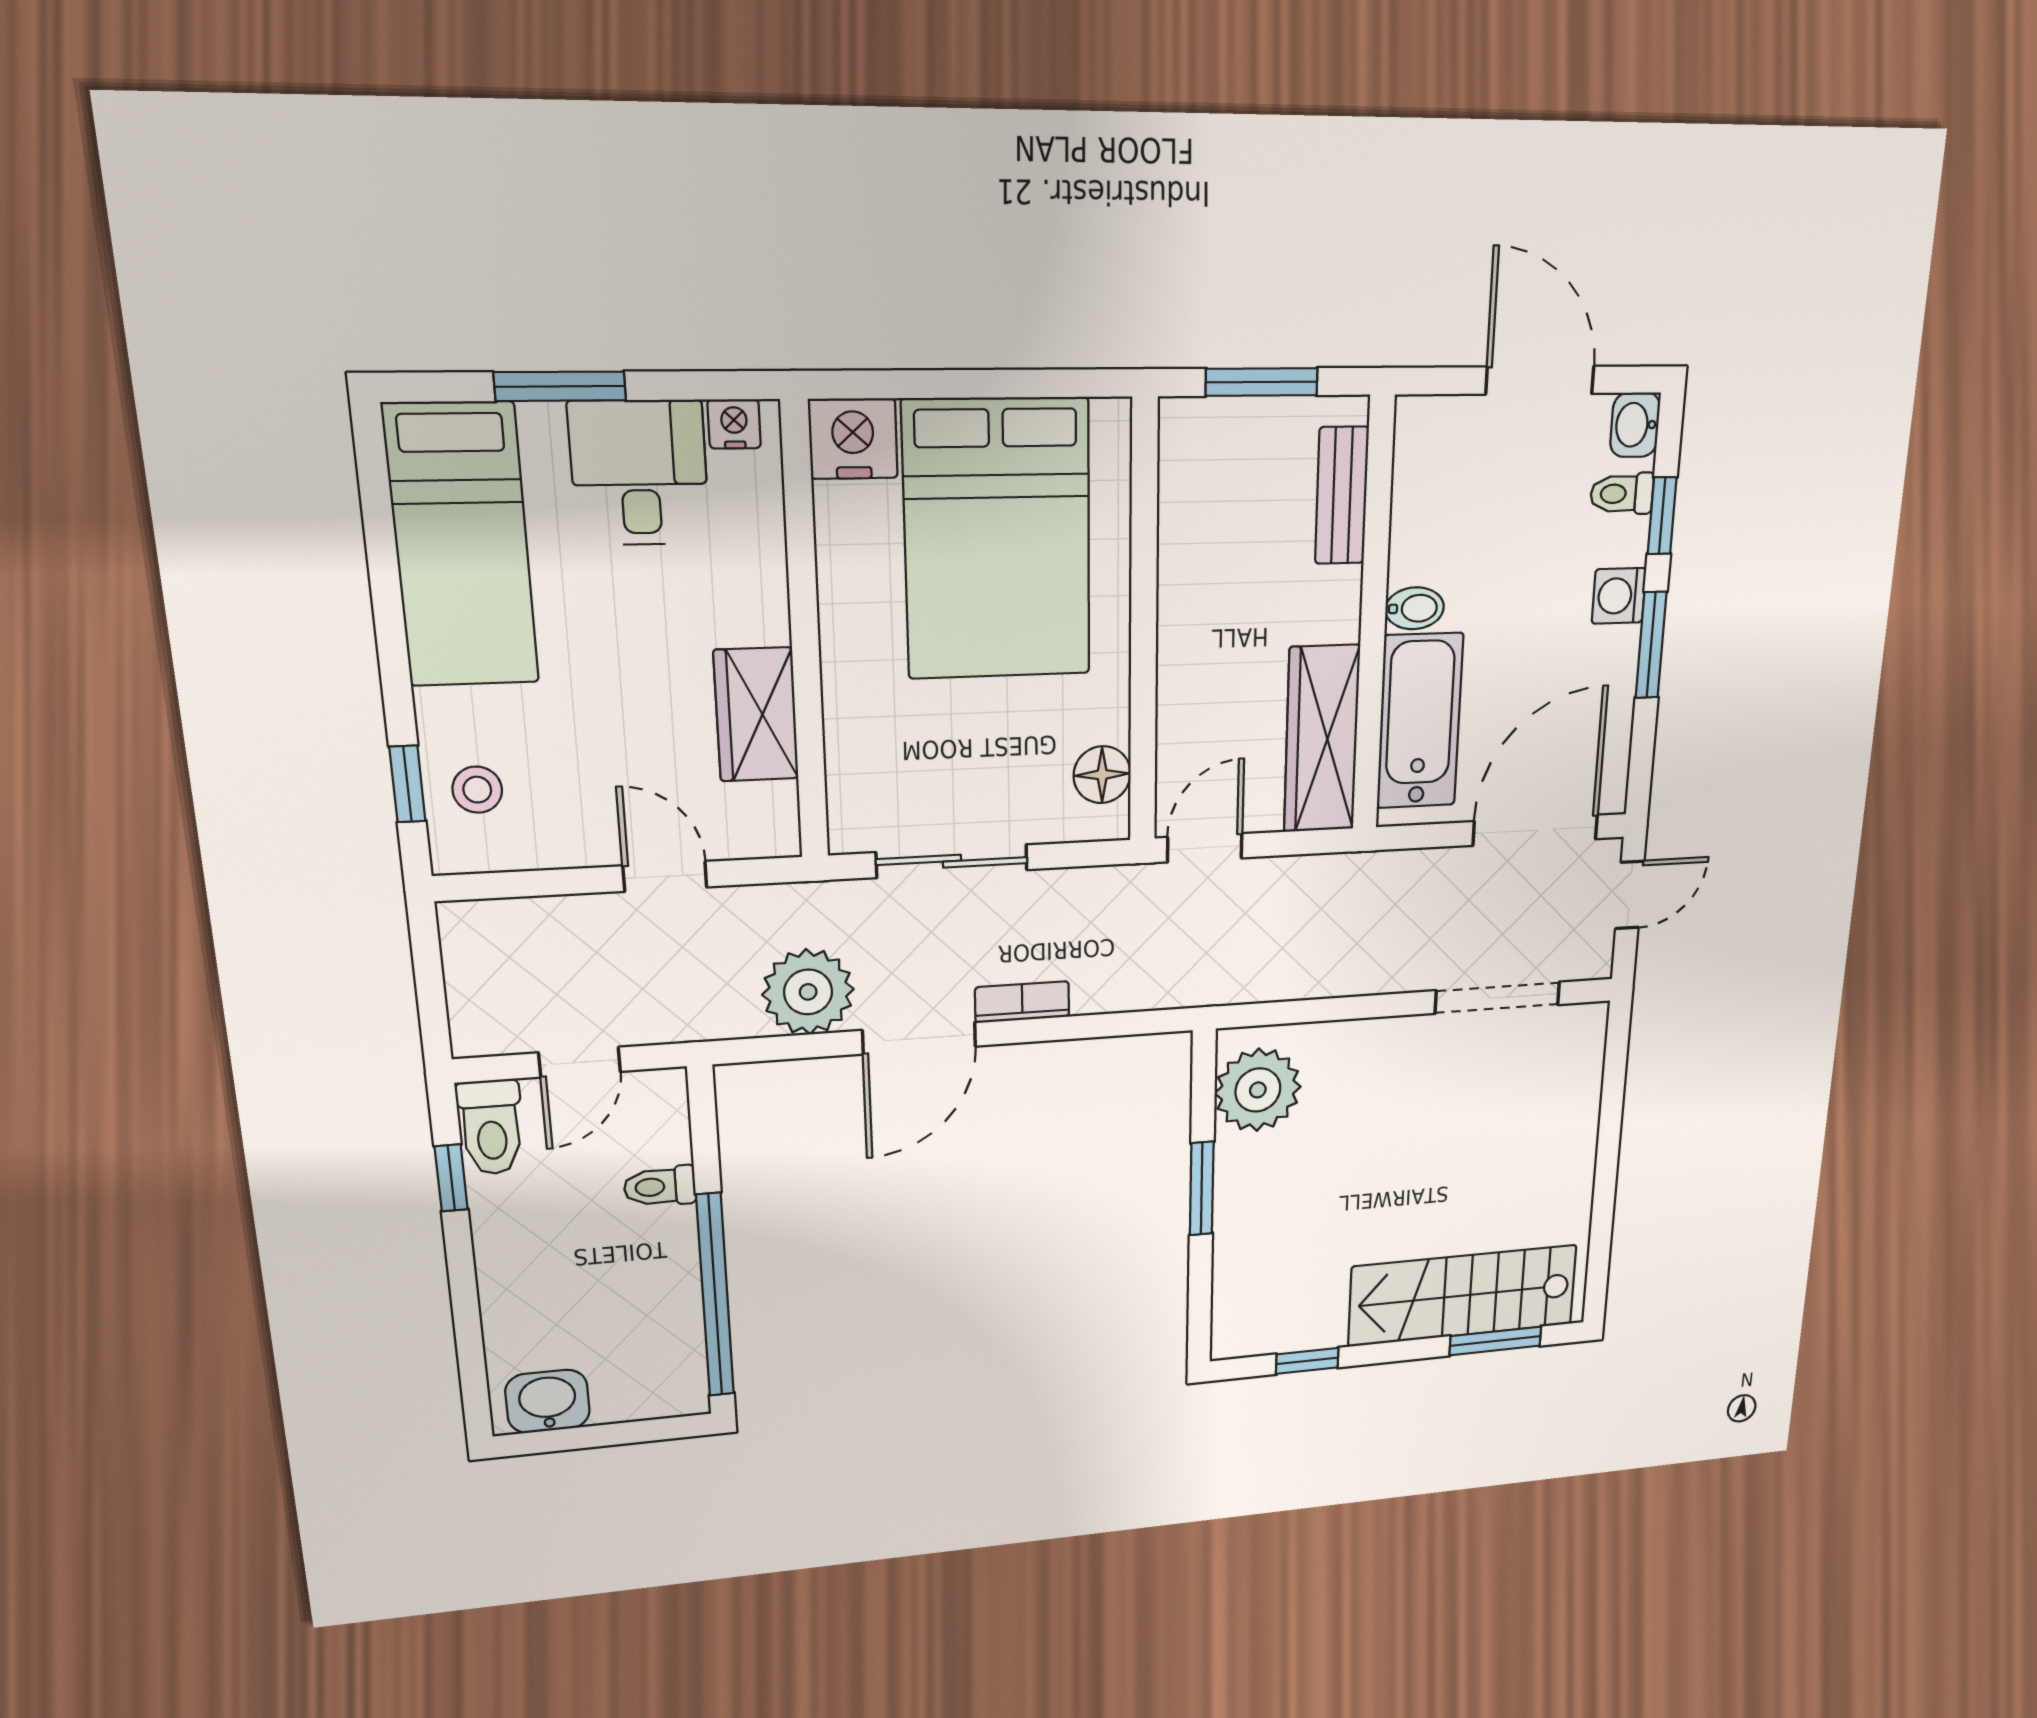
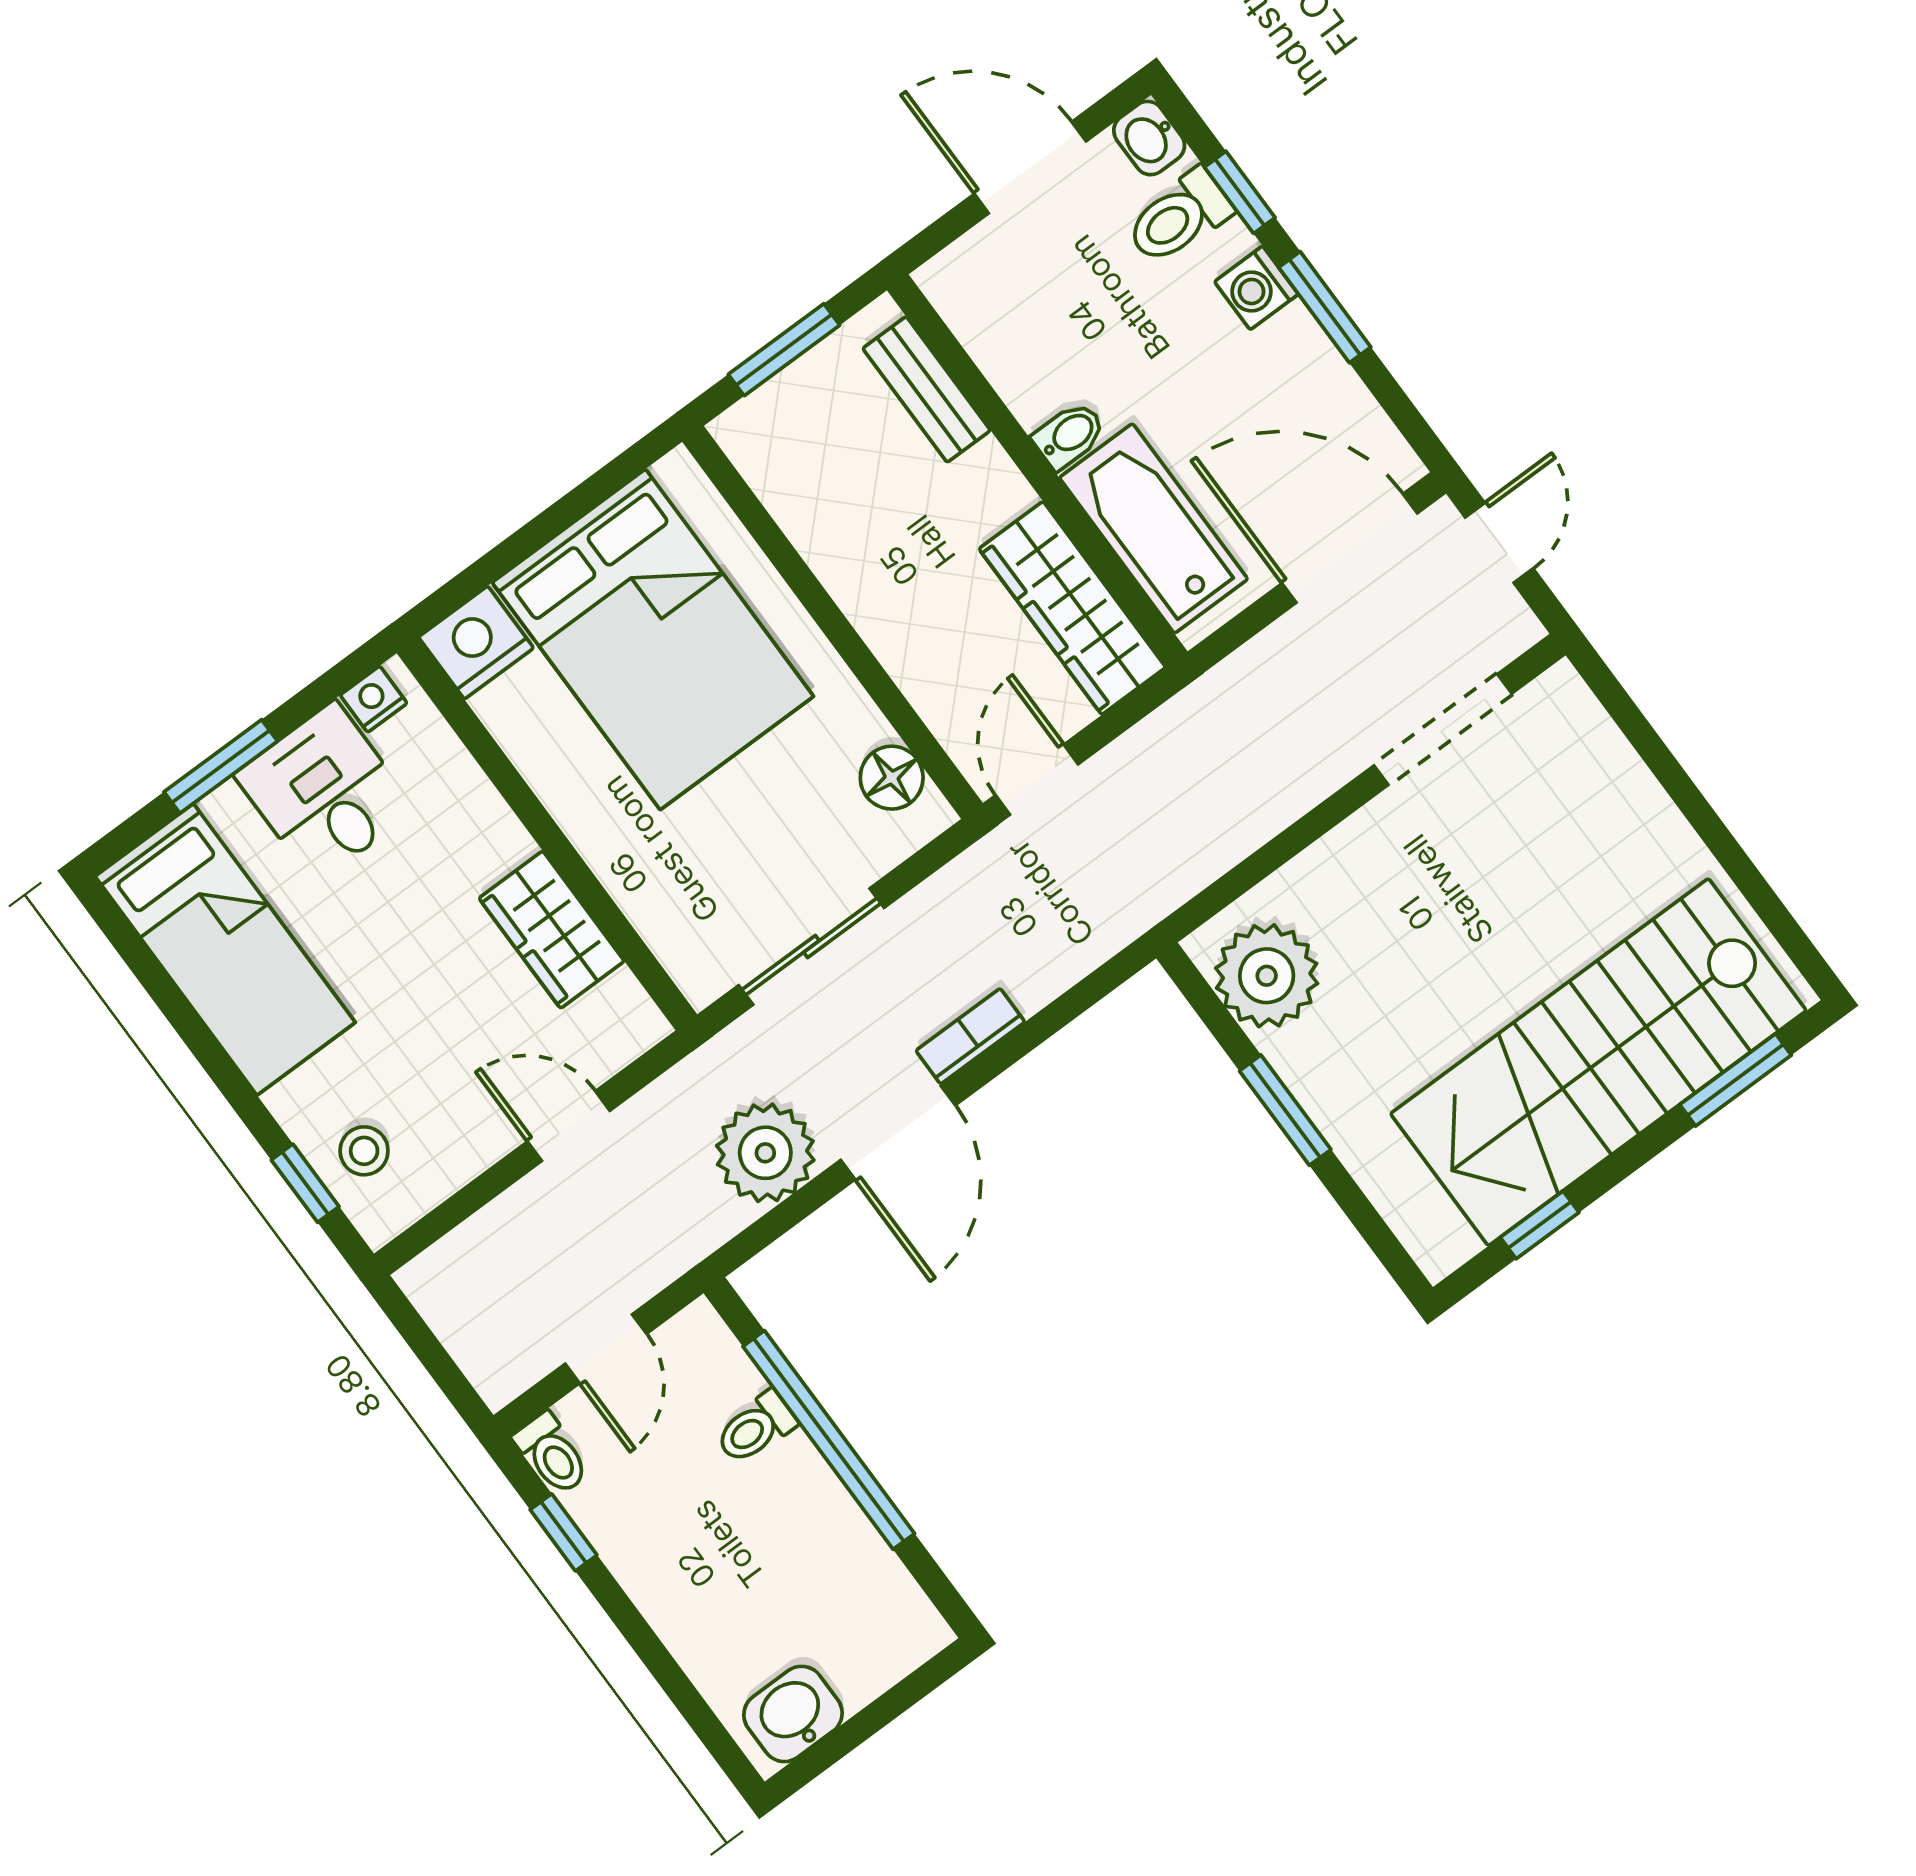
toilet: (1622, 494) -> (1179, 217), width x1.37, depth x1.39
door: (1535, 830) -> (1350, 548), hinge flipped
toilet: (491, 1127) -> (552, 1454), width x0.73, depth x0.72
window: (715, 1295) -> (829, 1440), moved
stairs: (1463, 1296) -> (1598, 1062), width x1.36, depth x1.51

